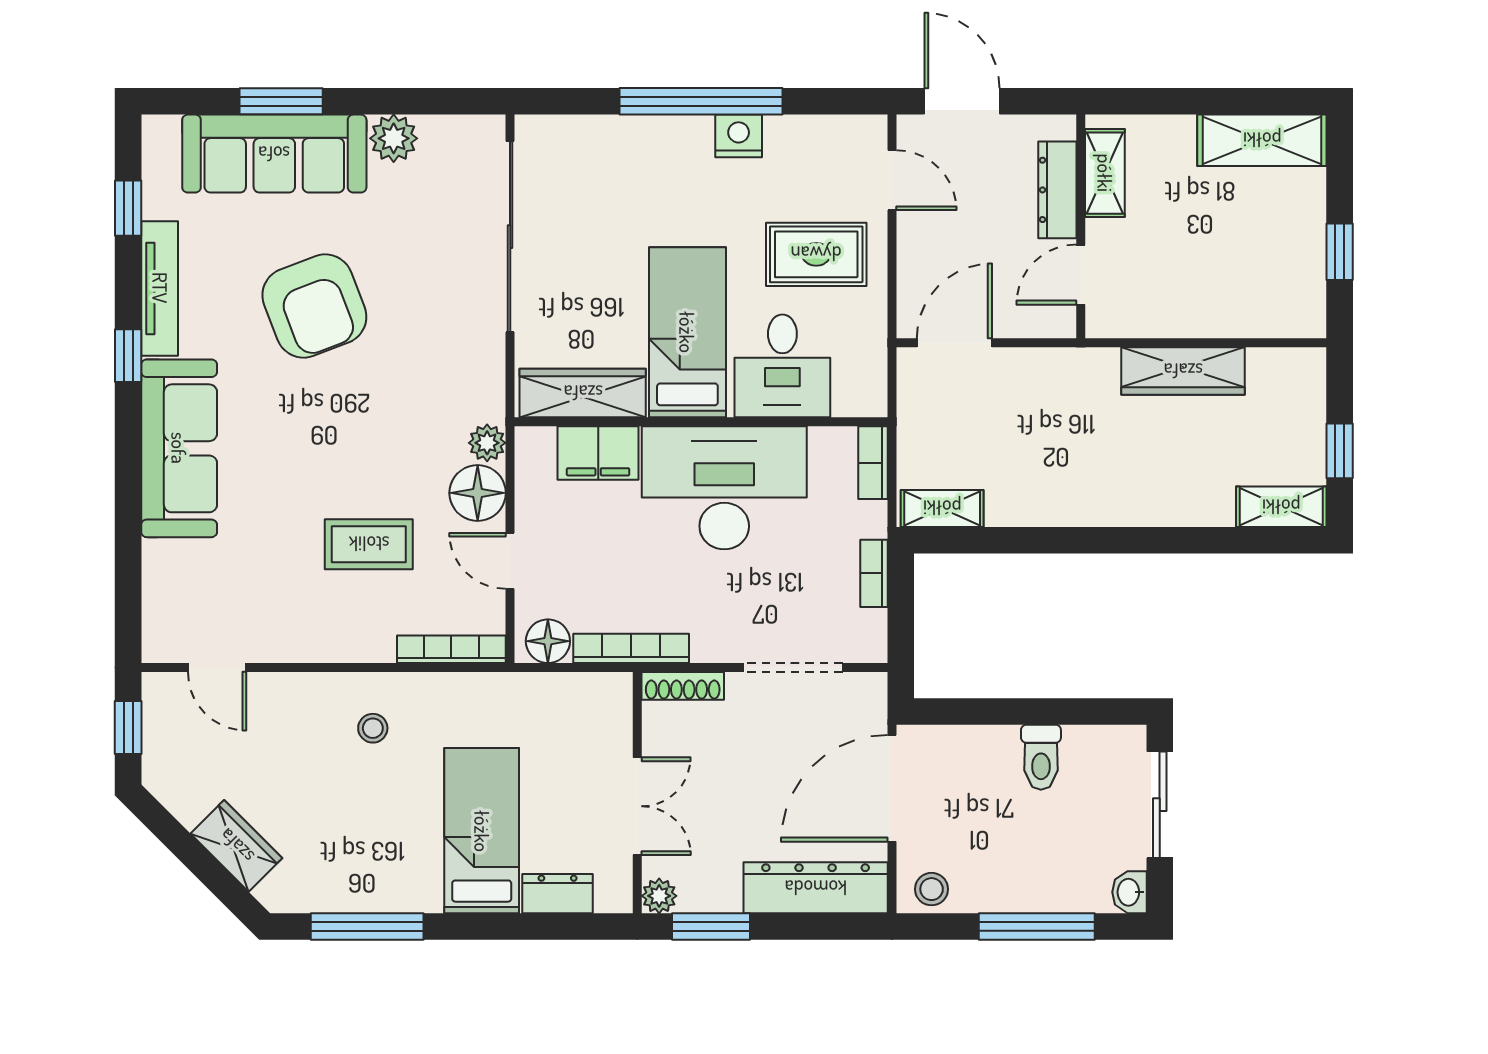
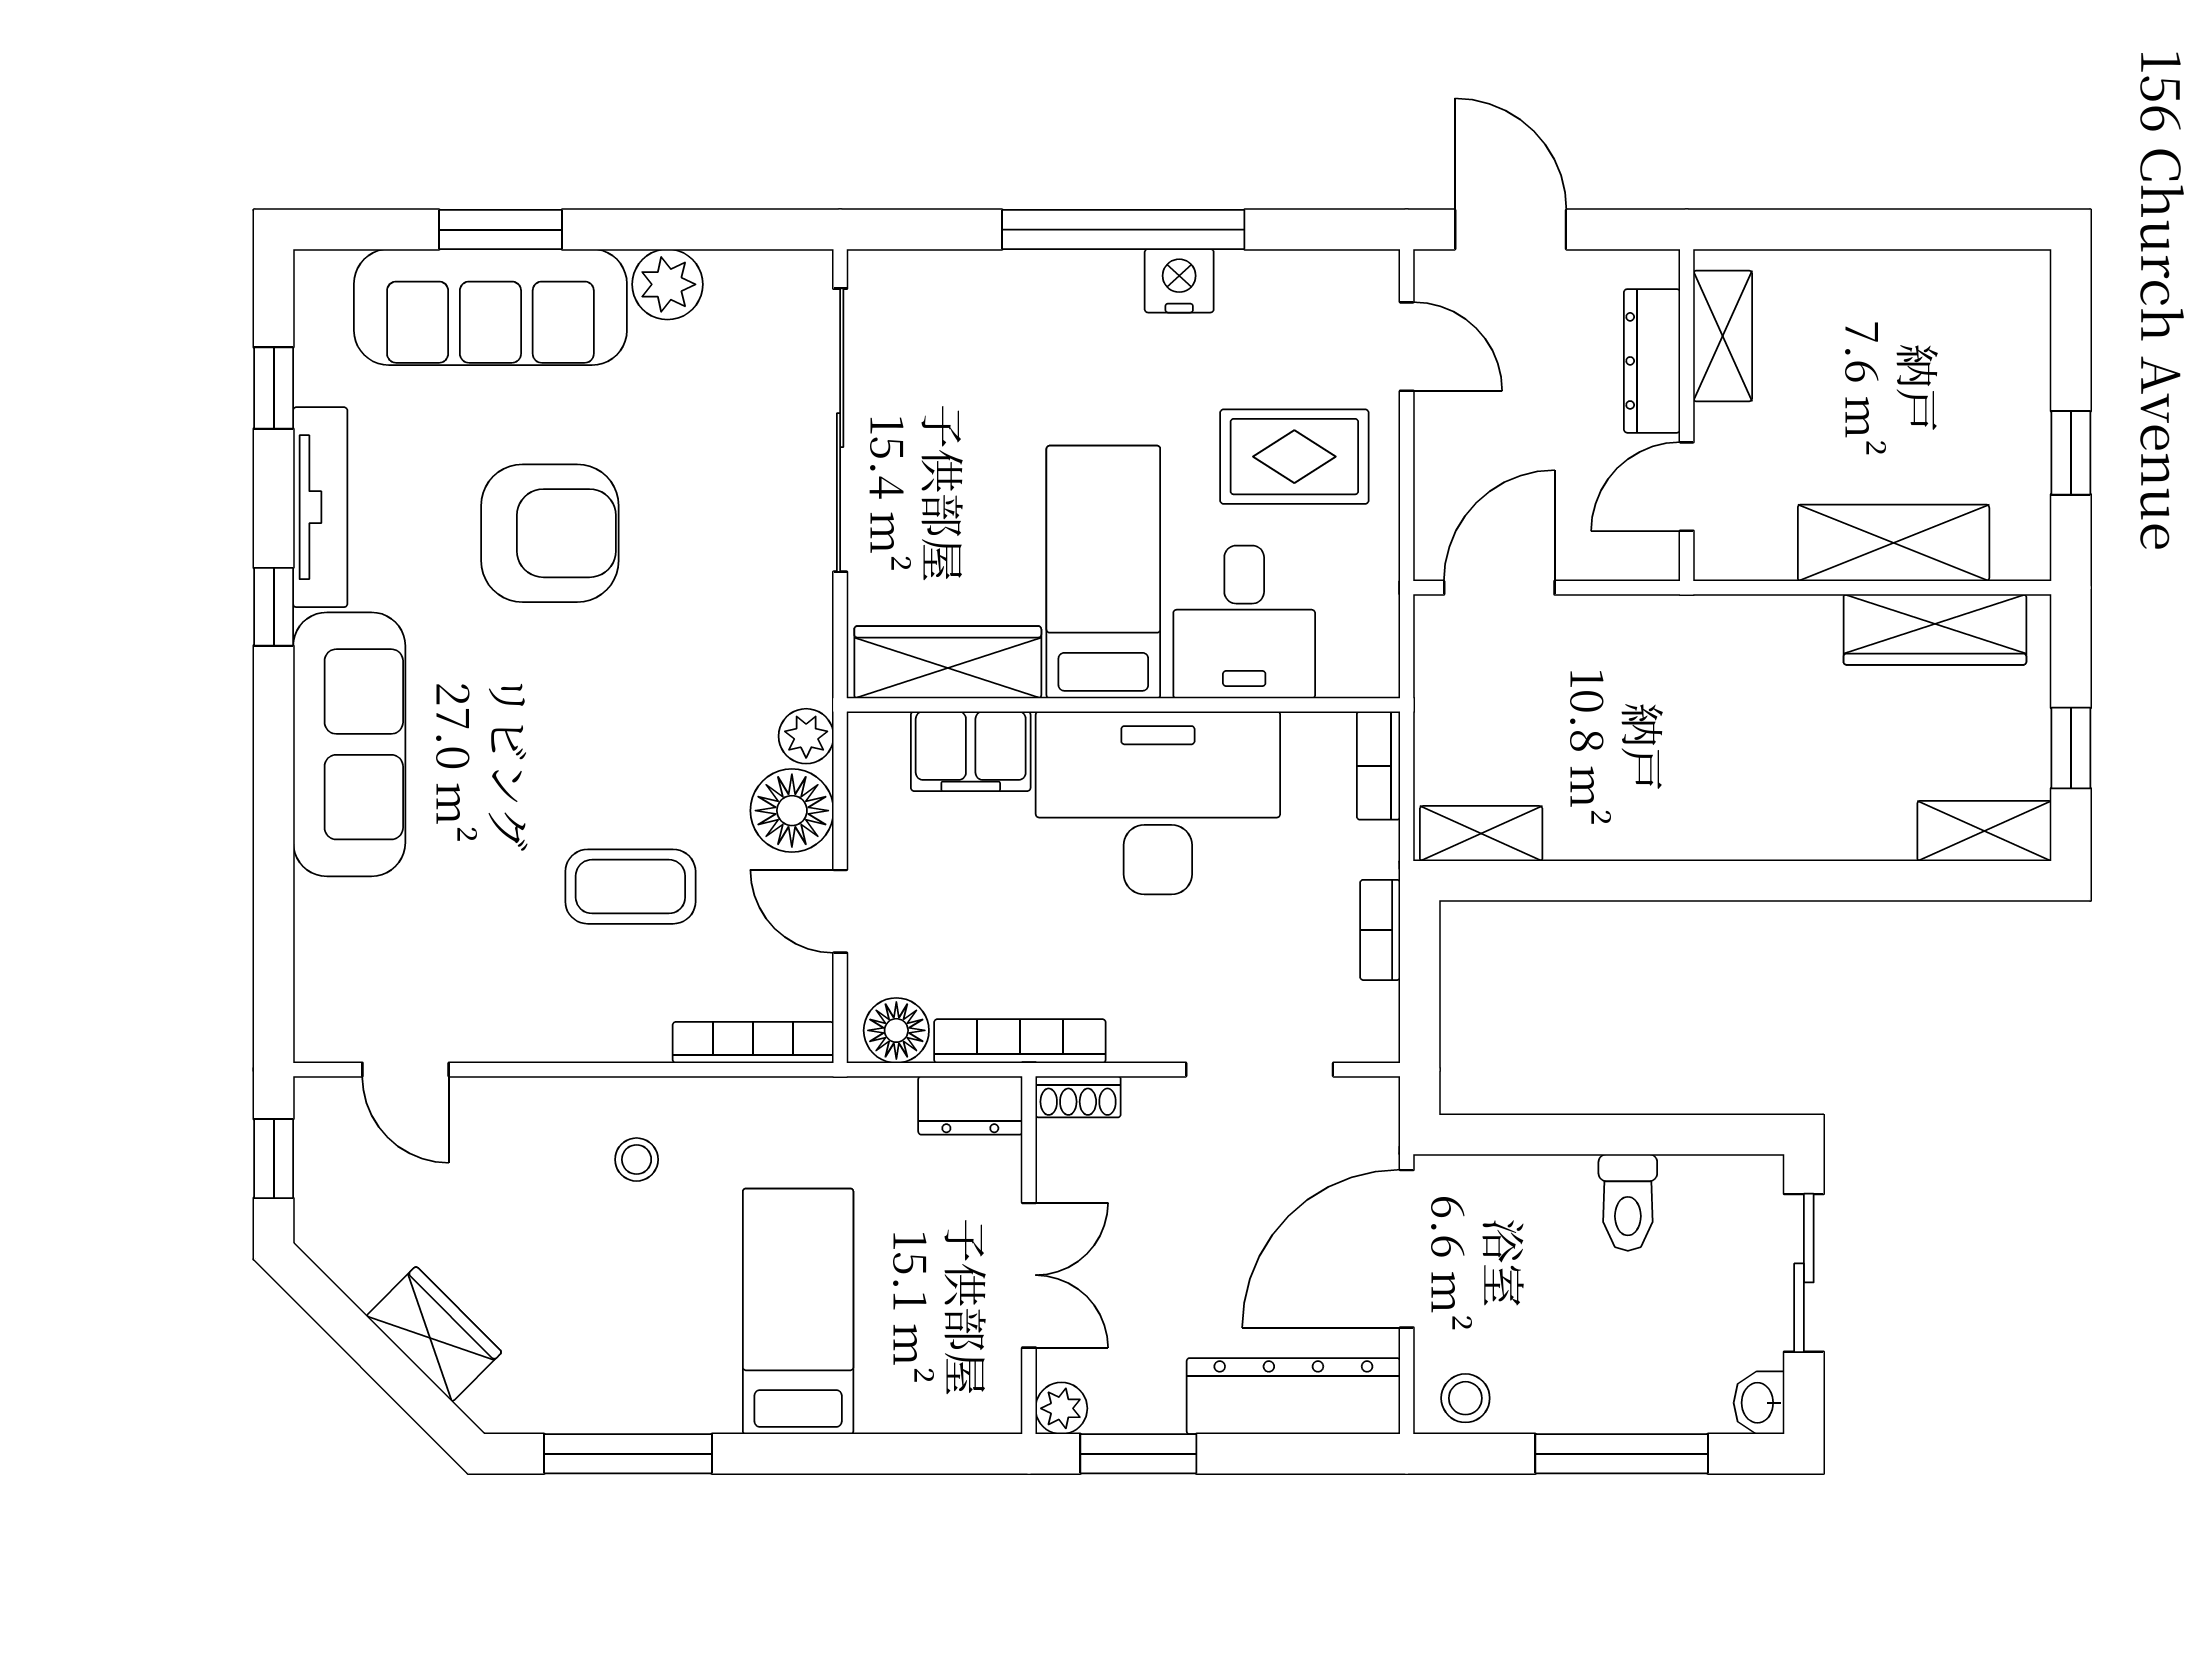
shelving: (1262, 140) -> (1894, 543), moved
armchair: (314, 306) -> (550, 533), turned -69
wardrobe: (1183, 371) -> (1935, 630), moved
shoe rack: (683, 686) -> (1078, 1097), width x0.70
dresser: (558, 894) -> (970, 1105), moved, turned 180

